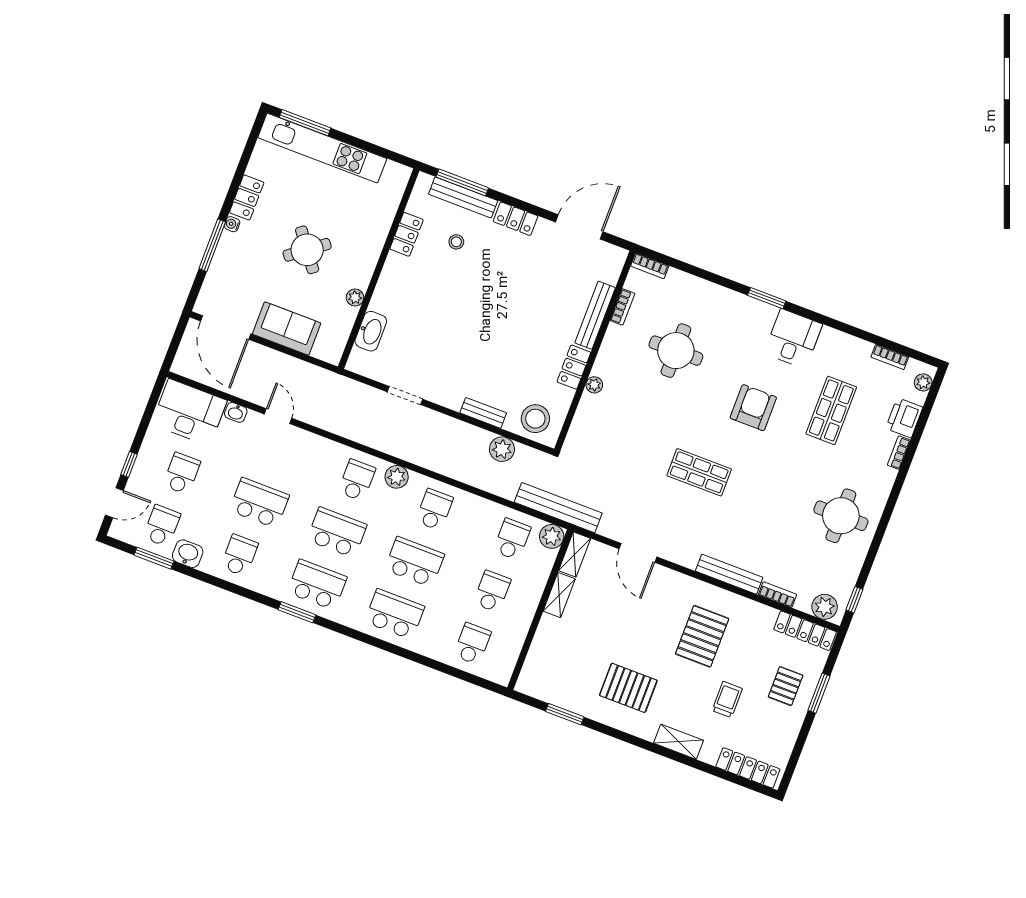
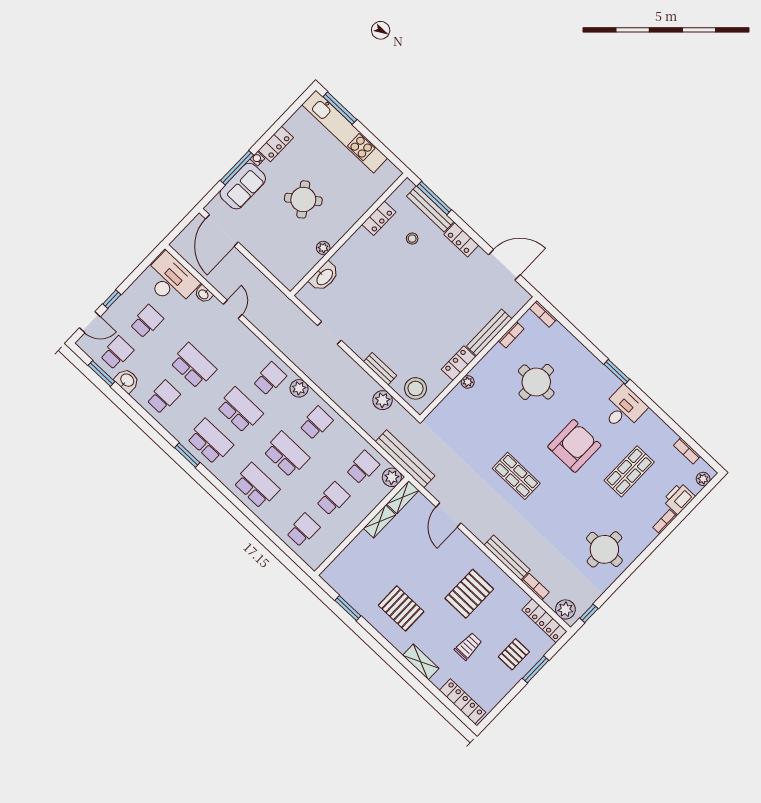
sofa: (287, 329) -> (243, 186), moved, turned 90
armchair: (753, 408) -> (574, 446), width x1.36, depth x1.36

